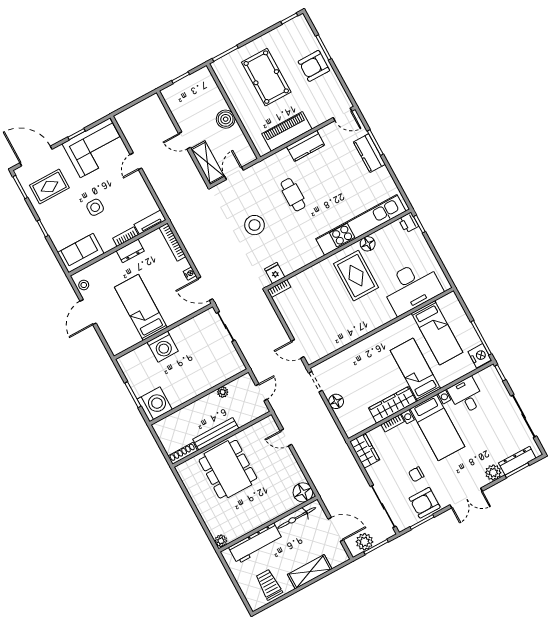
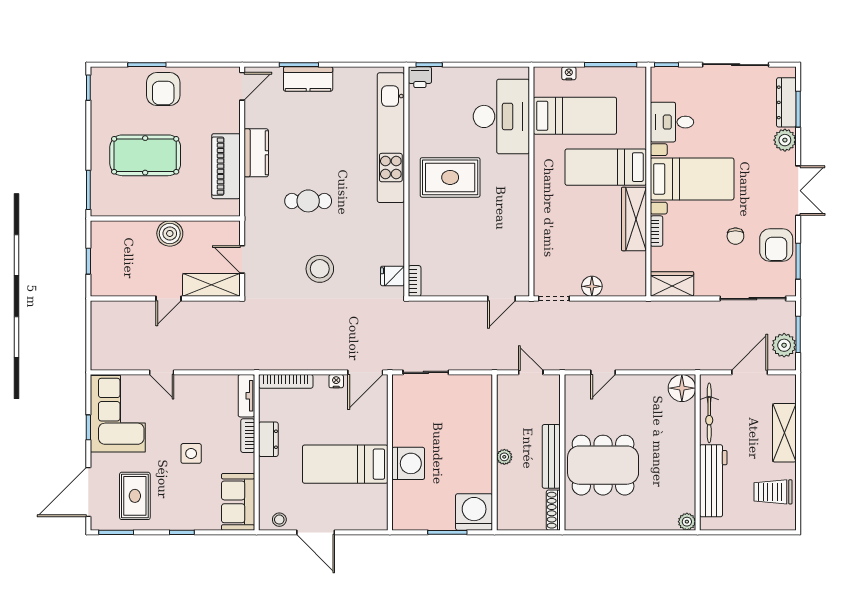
floor lamp: (368, 244) -> (419, 142), removed
nightstand: (480, 356) -> (569, 73), moved, width x0.53, depth x0.56
plant: (223, 392) -> (504, 457), moved

